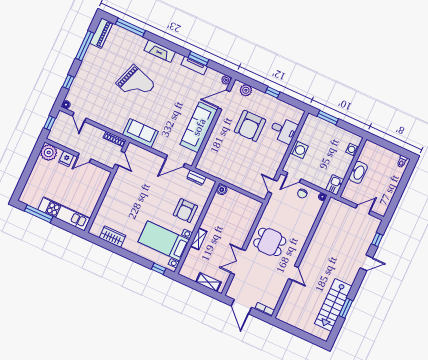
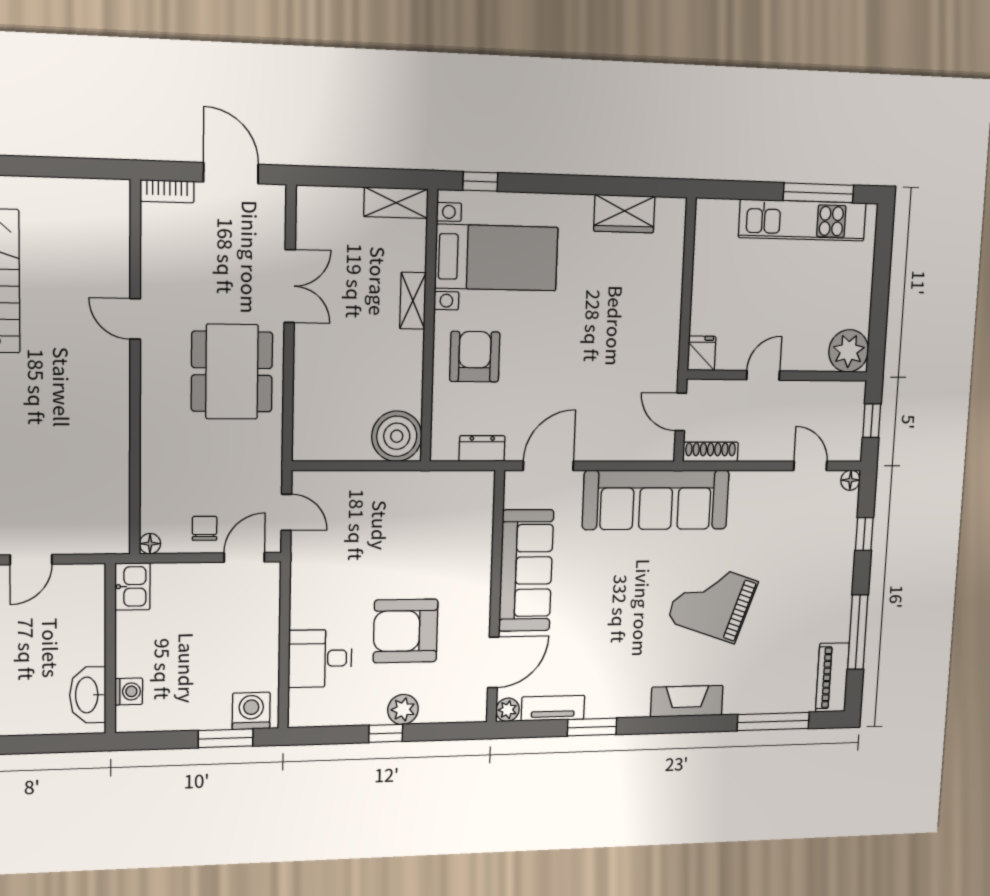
tv unit: (194, 65) -> (553, 708), moved
plant: (246, 90) -> (403, 709), moved
armchair: (250, 126) -> (406, 631), turned -90
sofa: (140, 133) -> (656, 500), width x1.85, depth x1.27
washing machine: (299, 150) -> (251, 711), moved, turned 90
fridge: (66, 159) -> (701, 353), moved
washbasin: (358, 172) -> (88, 695), moved
boiler: (222, 190) -> (397, 436), width x1.86, depth x1.86
kitchen unit: (64, 214) -> (803, 220), moved
dining table: (270, 242) -> (232, 372), width x1.38
shelving: (208, 282) -> (396, 203), moved

